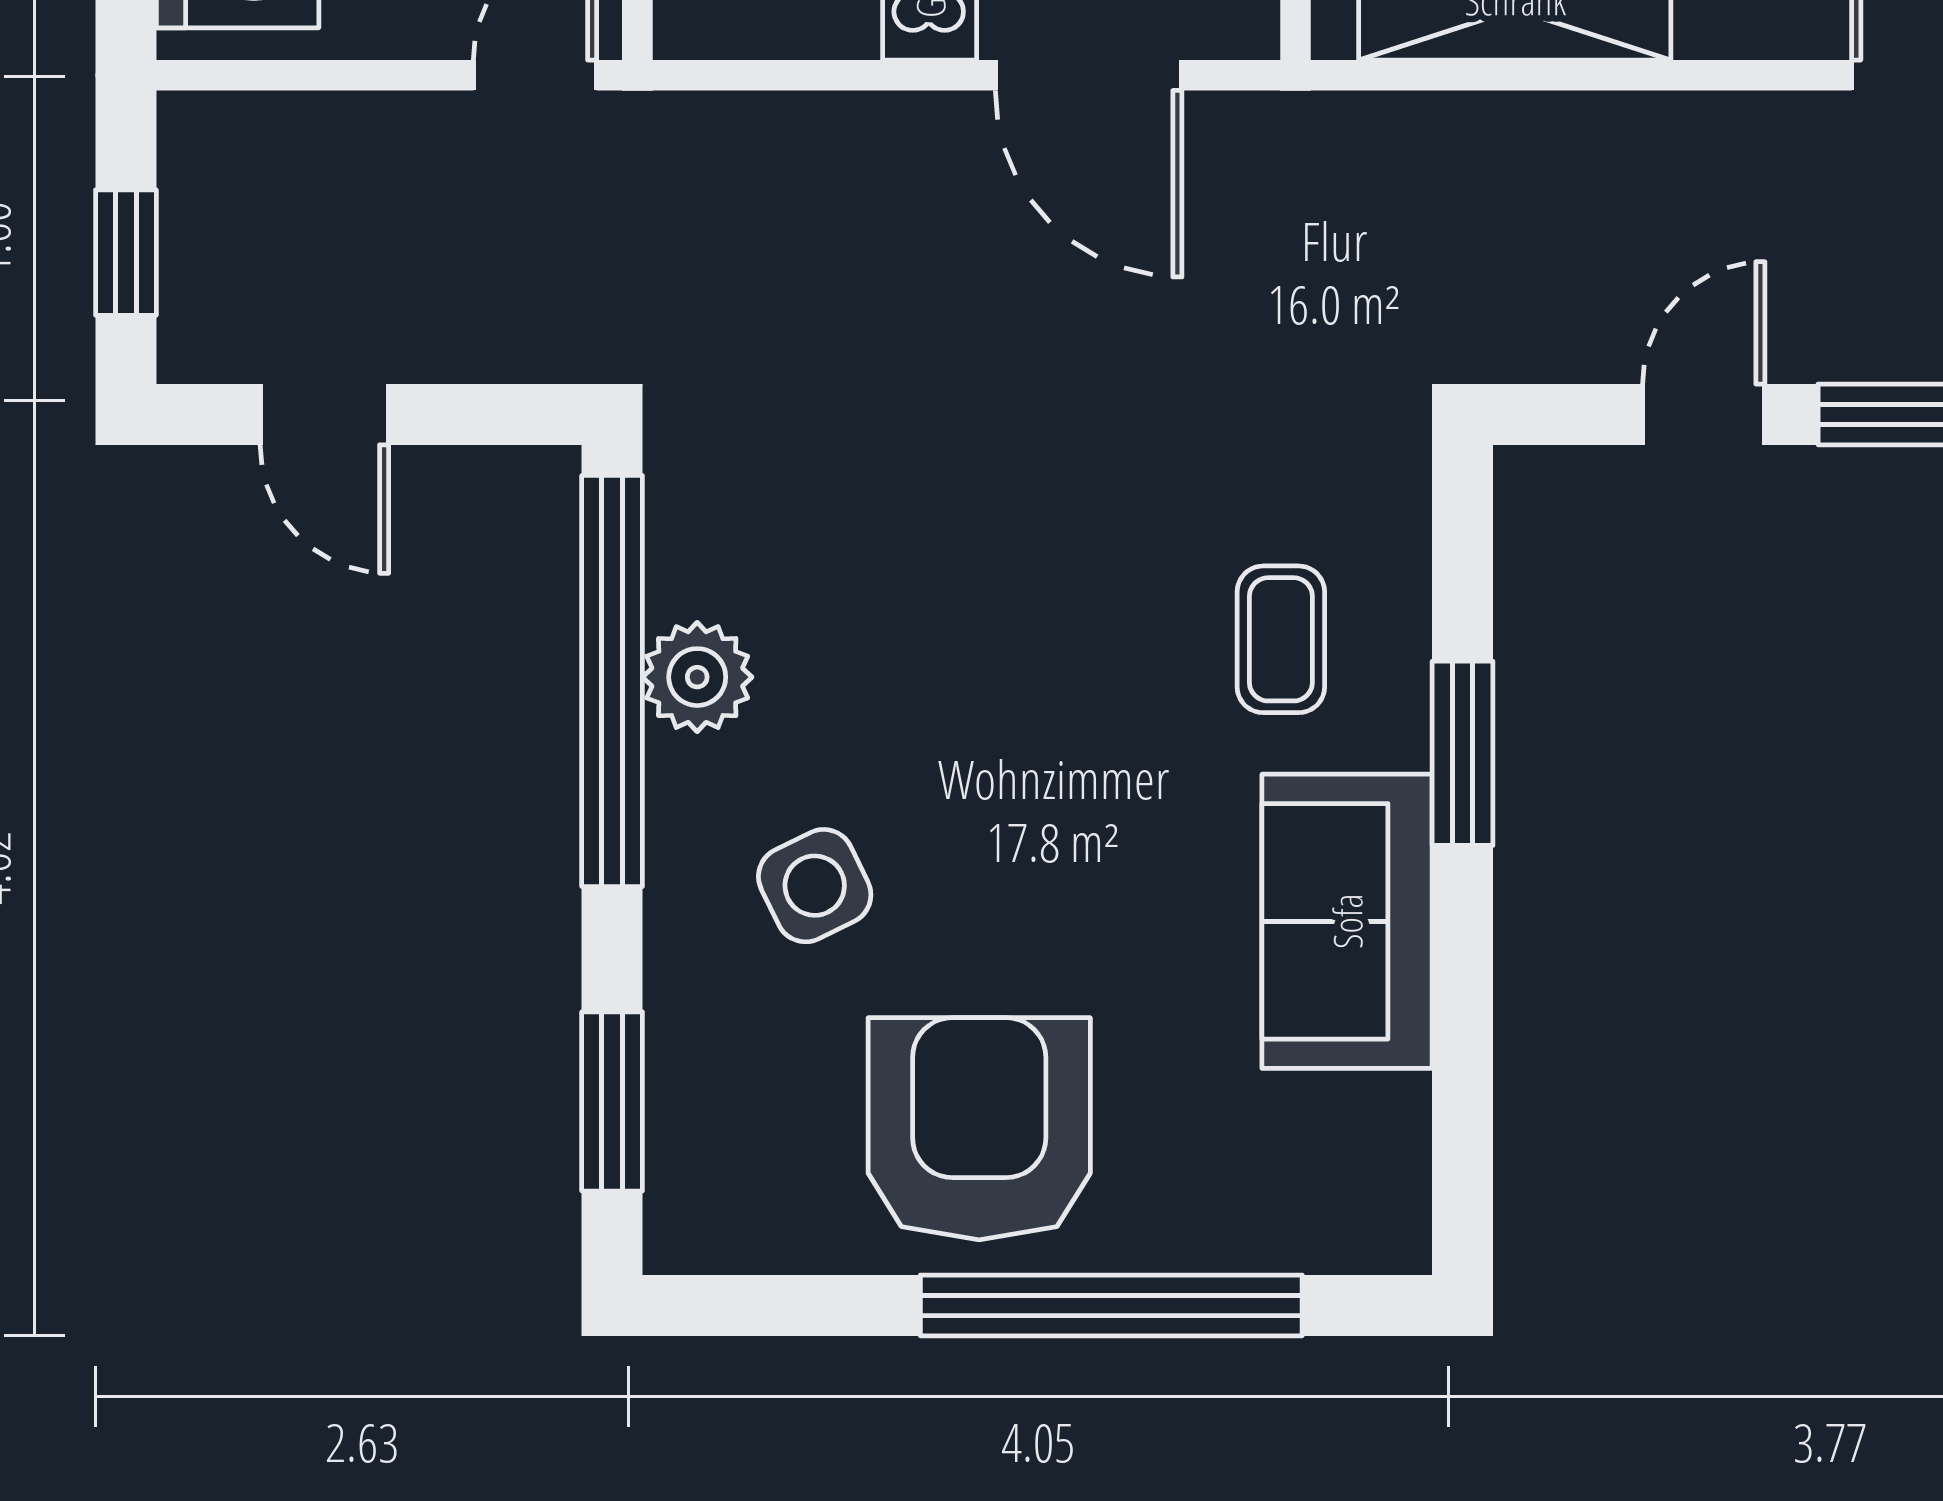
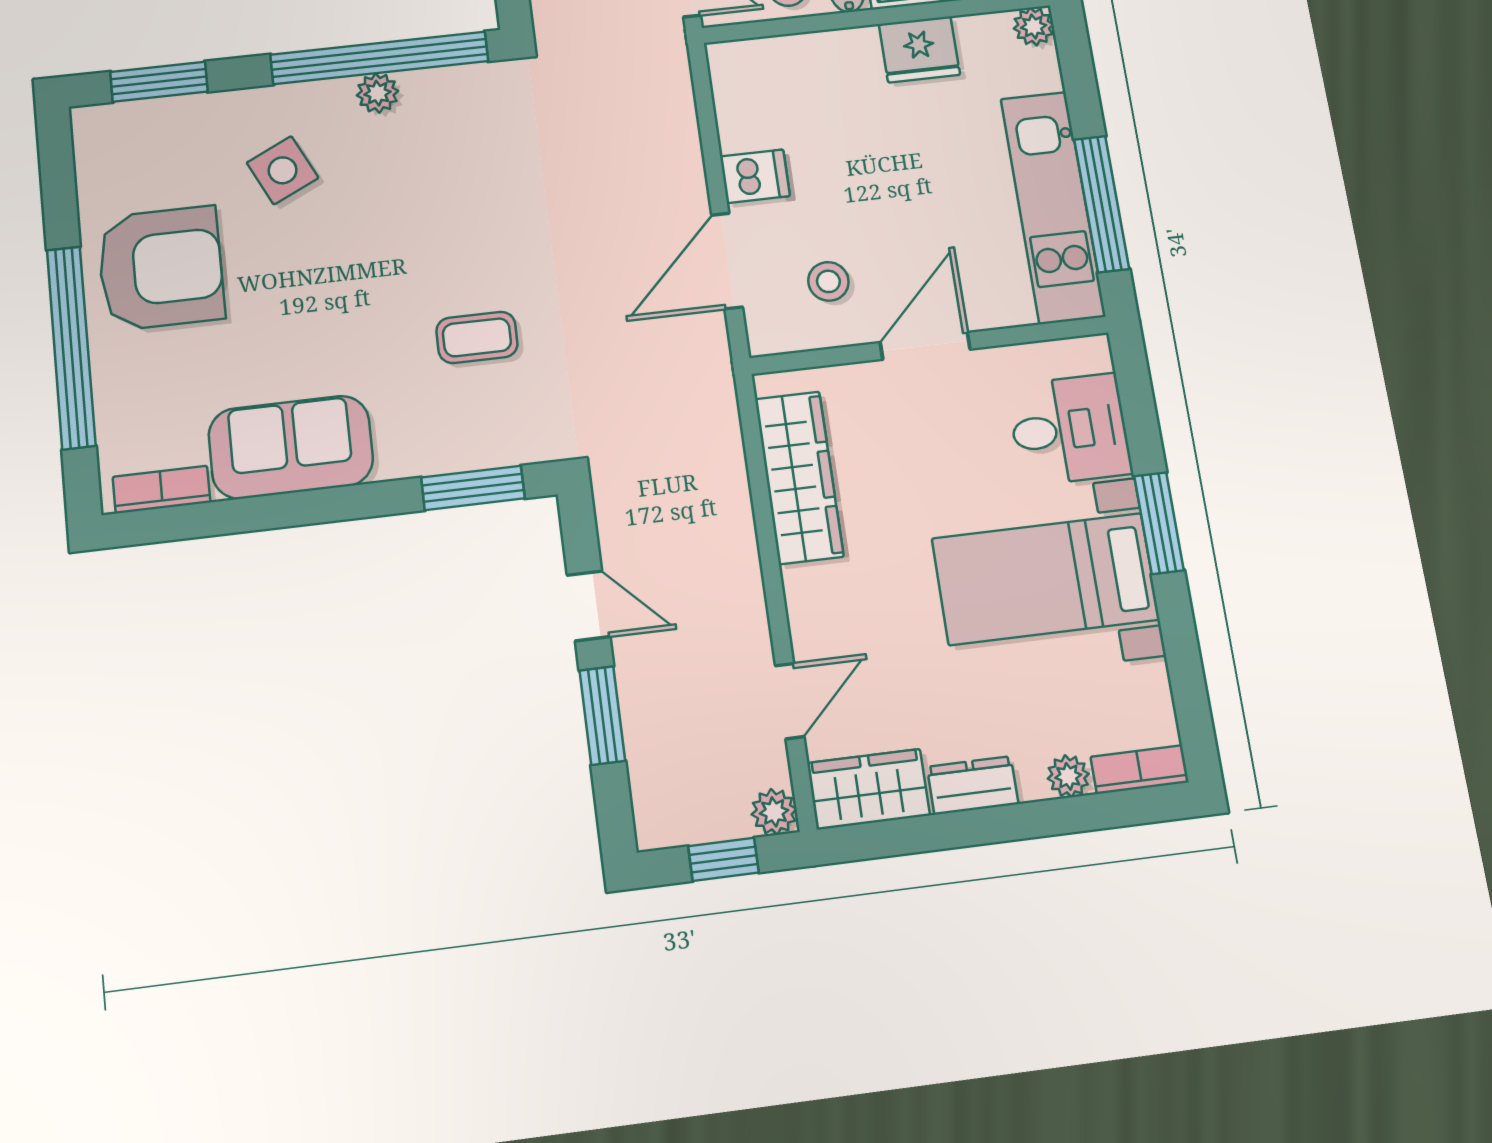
coffee table: (1281, 639) -> (477, 337), moved
plant: (697, 677) -> (378, 93), width x0.73, depth x0.73
window: (1463, 753) -> (473, 488), moved
bookcase: (1398, 1163) -> (162, 490), added

